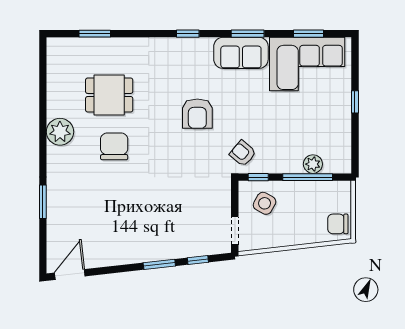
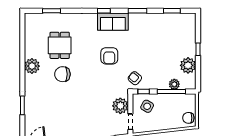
sofa: (241, 53) -> (113, 22), moved
corner sofa: (307, 64) -> (171, 28), removed
dining table: (109, 95) -> (60, 45), turned 90
plant: (337, 131) -> (188, 65), added
chair: (114, 146) -> (62, 74), turned -90
plant: (217, 202) -> (120, 106), added

